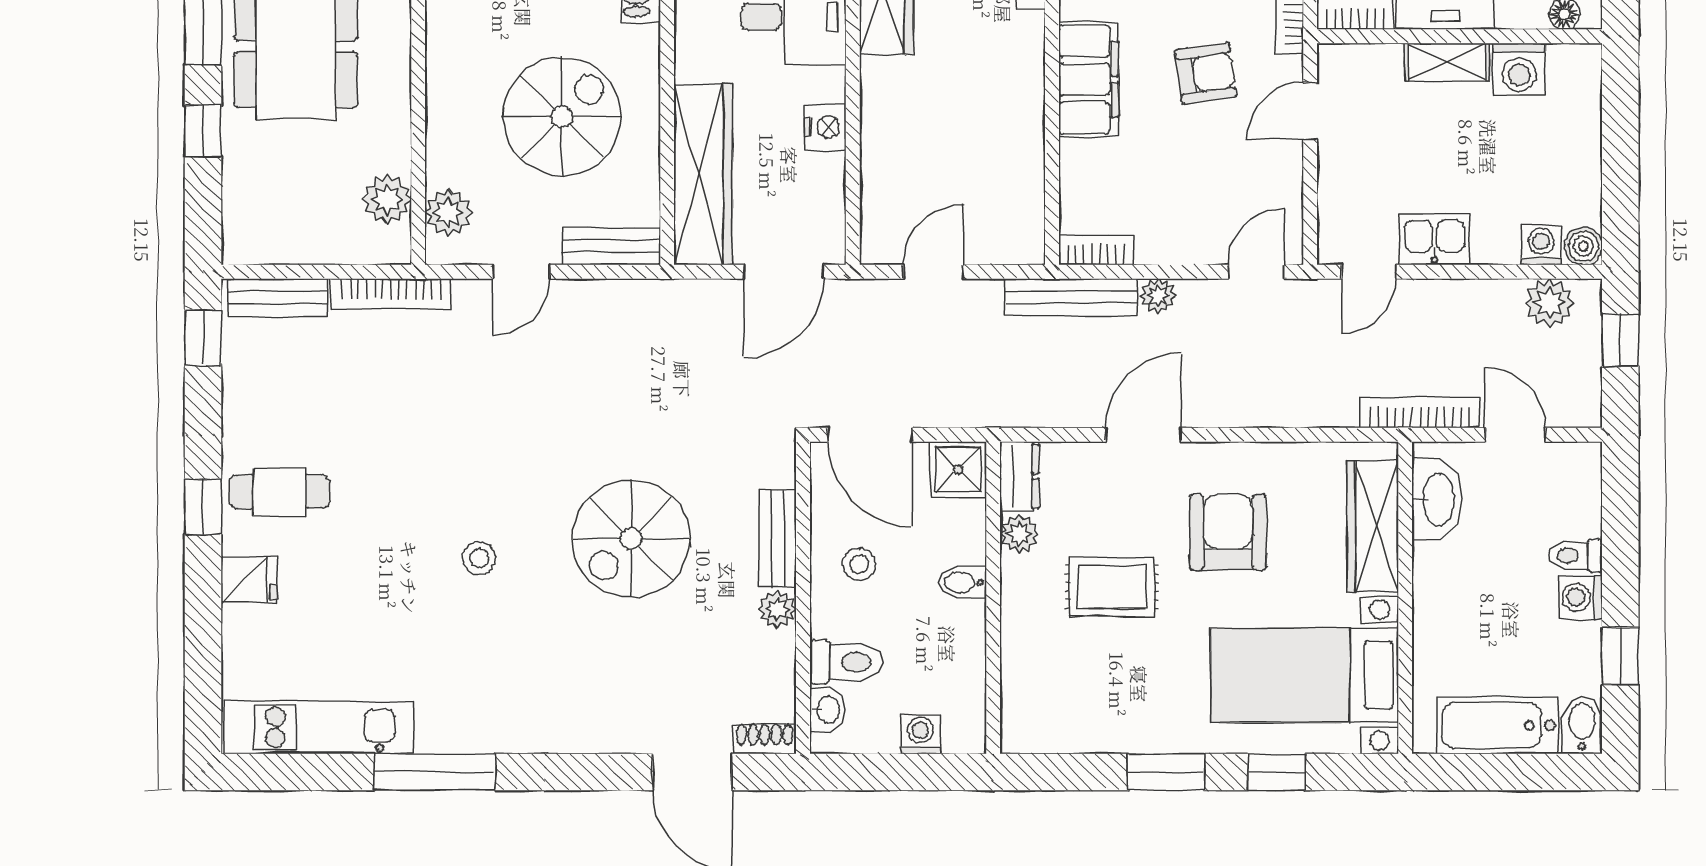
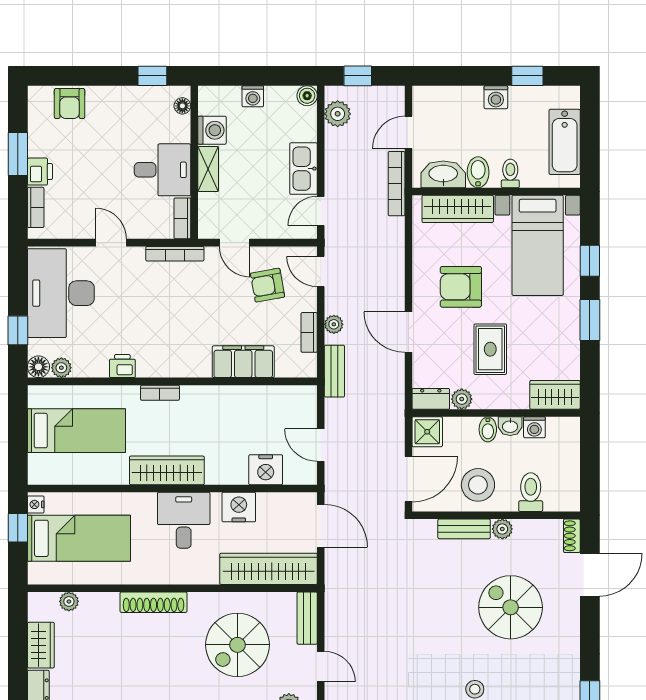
armchair: (1206, 73) -> (268, 285), moved, turned -92
filing cabinet: (1089, 79) -> (243, 362), moved
spiral stairs: (562, 117) -> (237, 645), turned -90
nightstand: (825, 127) -> (239, 507), width x1.36, depth x1.33
nightstand: (888, 169) -> (266, 470), added
kitchen sink: (1435, 240) -> (304, 169), width x1.38
washing machine: (1541, 245) -> (253, 96), moved, turned -90
bookcase: (1096, 250) -> (309, 332), moved
door: (1369, 272) -> (321, 211), swing flipped
bench: (1071, 297) -> (334, 371), width x0.73
spiral stairs: (631, 539) -> (511, 607), moved, turned 180
toilet: (1575, 556) -> (510, 173), moved, turned 180
stool: (859, 564) -> (478, 485), width x1.89, depth x1.89
wardrobe: (1027, 707) -> (555, 395), added
washbasin: (827, 710) -> (510, 426), moved, turned 180
bidet: (1582, 725) -> (478, 172), moved, turned 90
washing machine: (920, 734) -> (534, 427), moved, turned -90

